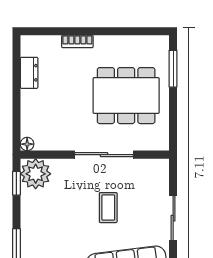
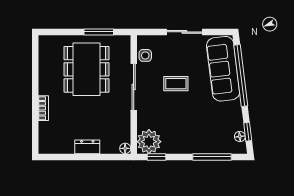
window: (173, 69) -> (99, 32), moved
dresser: (29, 73) -> (87, 147), moved
side table: (143, 169) -> (145, 55), added

